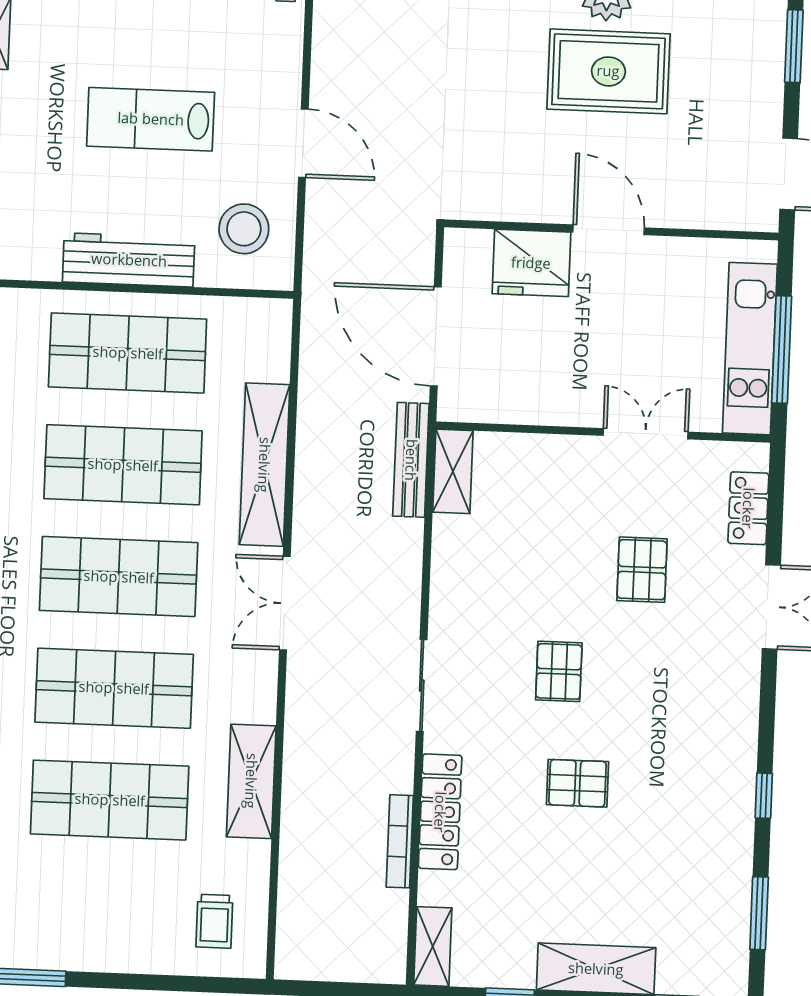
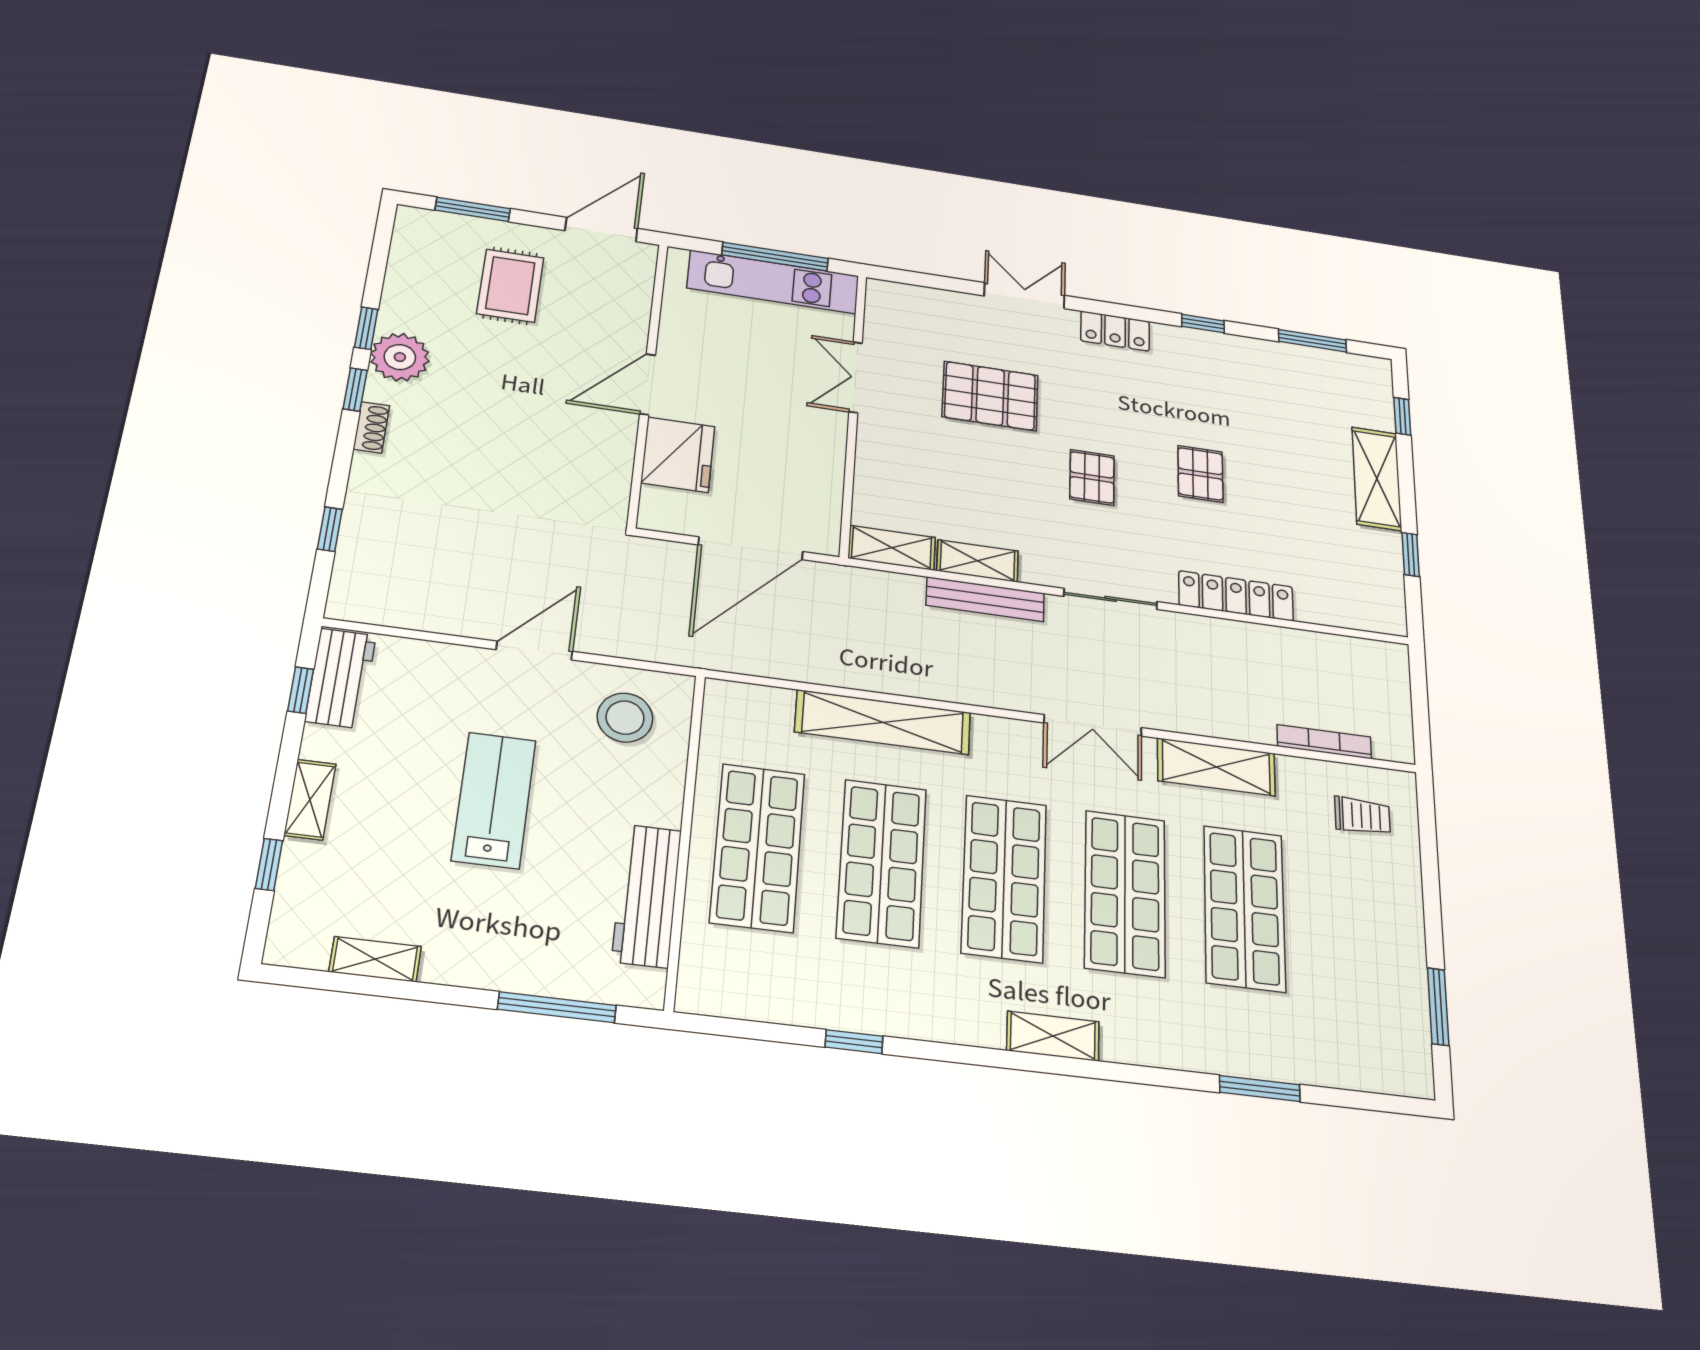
rug: (608, 71) -> (510, 286), moved, width x0.73, depth x0.70
lab bench: (151, 119) -> (494, 800), turned 180
workbench: (129, 260) -> (647, 896), moved
bench: (411, 460) -> (985, 599), moved
locker: (748, 508) -> (1115, 331), moved
pallet: (642, 570) -> (990, 396), width x1.50, depth x1.42
double door: (285, 603) -> (1093, 725), moved
pallet: (559, 671) -> (1092, 477), turned 90
bookcase: (400, 841) -> (1324, 742), moved, turned 180
shelving: (433, 946) -> (978, 561), moved

